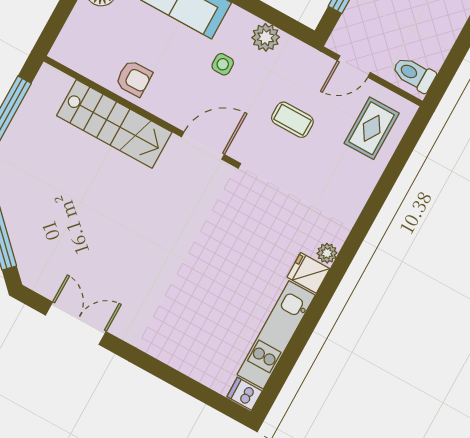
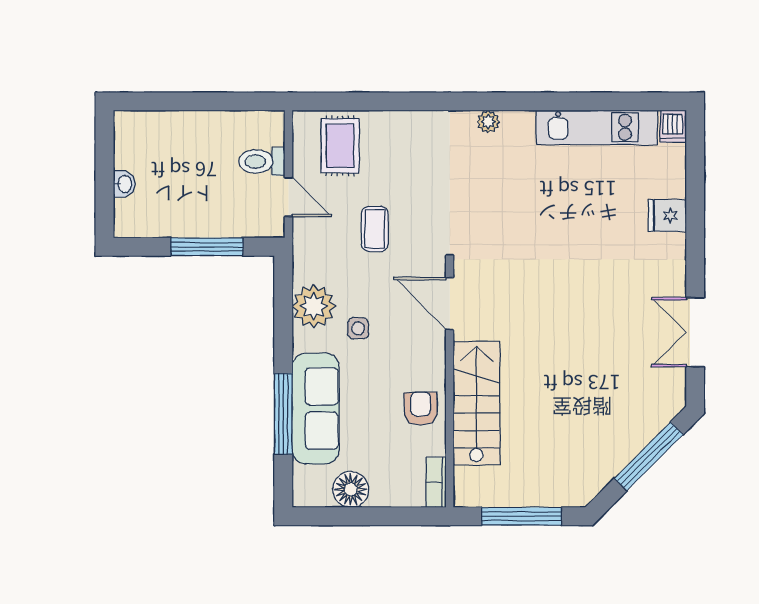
plant: (266, 37) -> (314, 306), width x1.36, depth x1.36
bookcase: (70, 59) -> (436, 482), added
toilet: (414, 74) -> (262, 162), moved, turned 90
rug: (372, 128) -> (340, 146), turned 90
fridge: (308, 273) -> (667, 215), moved, turned 90

